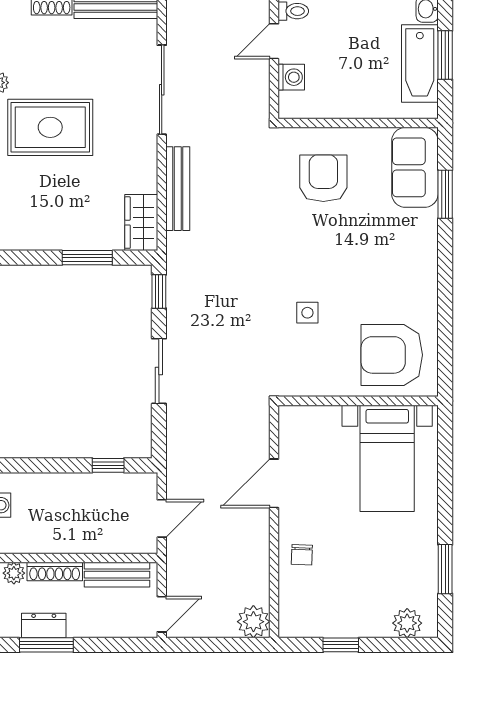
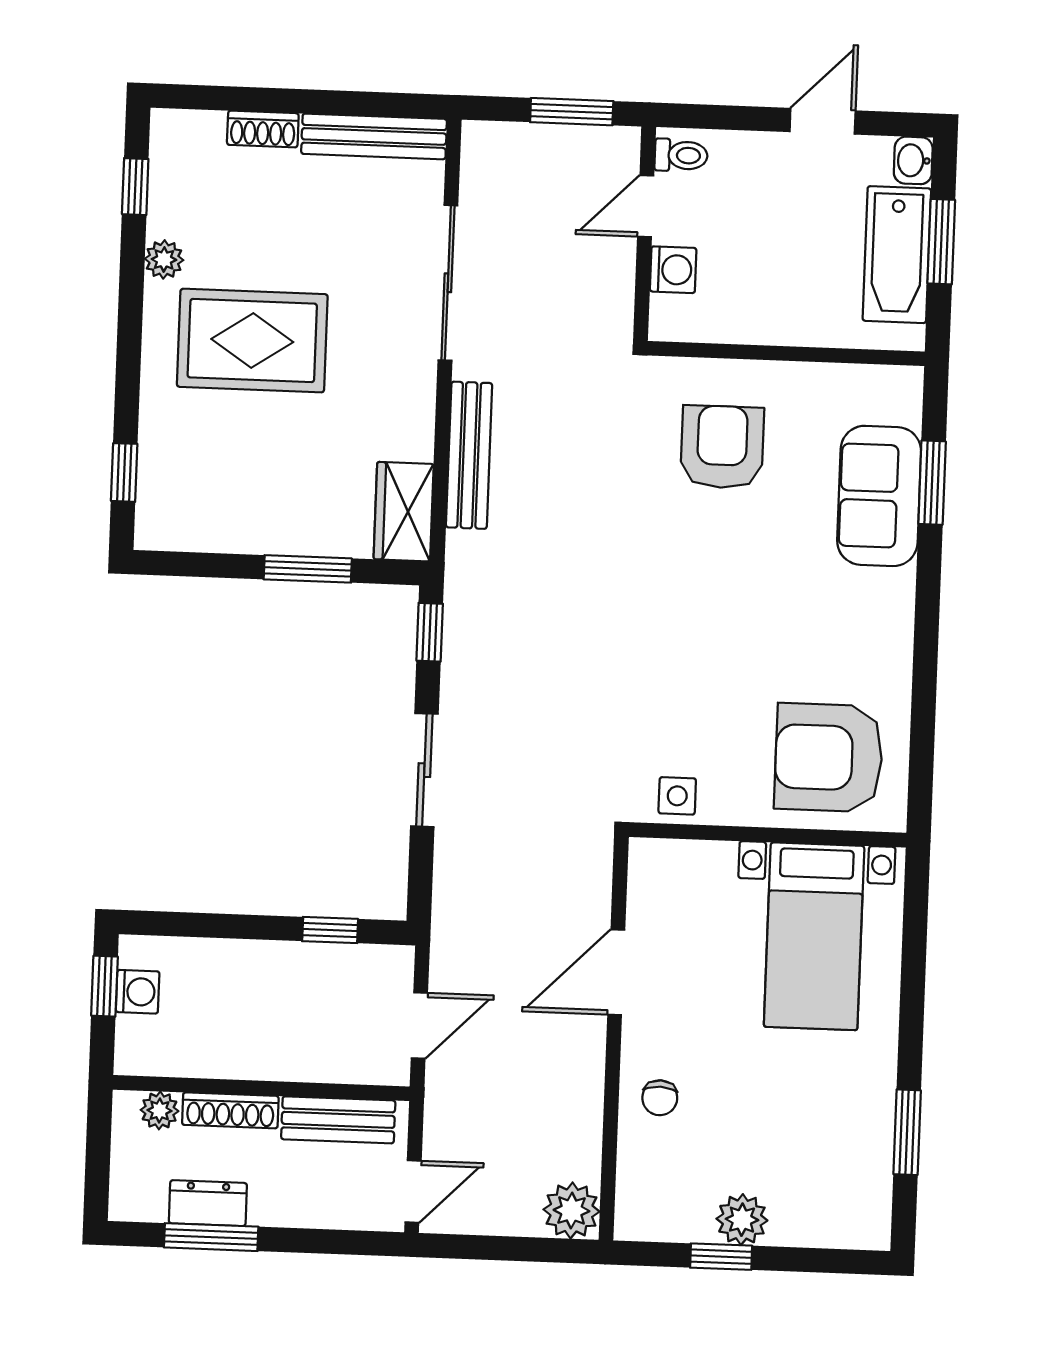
sofa: (415, 167) -> (879, 496), moved
side table: (307, 313) -> (677, 796), moved
plant: (407, 623) -> (742, 1220), moved

